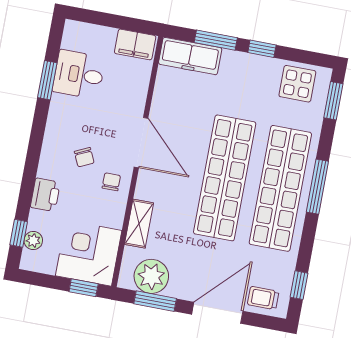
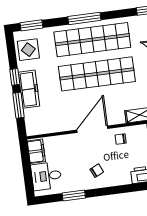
freezer: (190, 56) -> (29, 89), moved
desk: (79, 74) -> (46, 176), moved, turned 90
chair: (84, 157) -> (97, 171), moved

